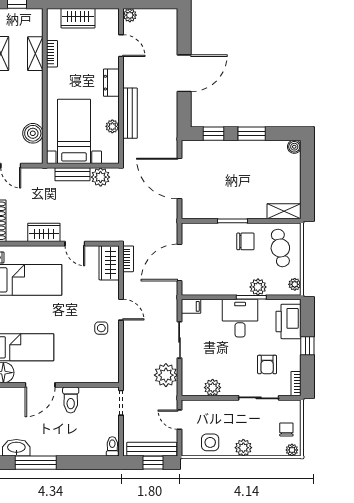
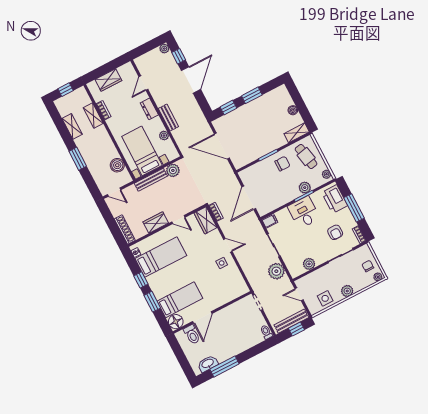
plant: (130, 15) -> (164, 49), moved
window: (184, 35) -> (179, 56), added
door: (121, 46) -> (143, 83), swing flipped
bench: (130, 113) -> (168, 118), width x0.73
boiler: (294, 147) -> (293, 110), moved
bench: (72, 174) -> (151, 180), width x1.36
window: (307, 346) -> (354, 208), width x2.17
toilet: (71, 400) -> (192, 335), moved

